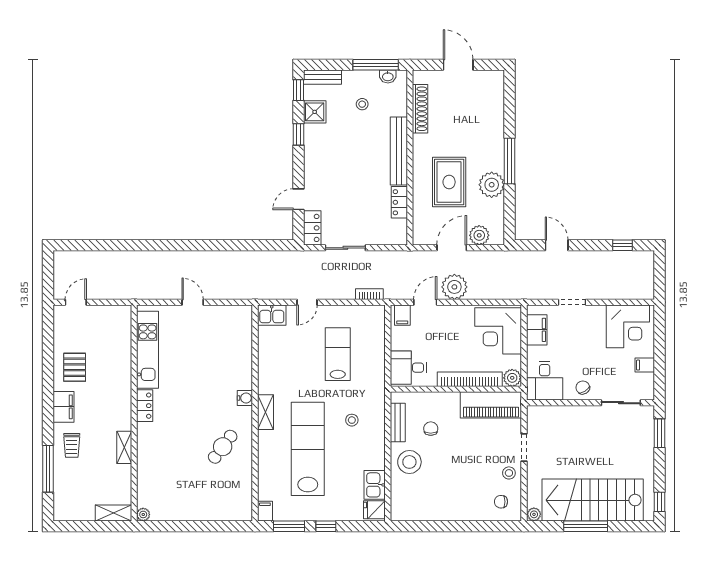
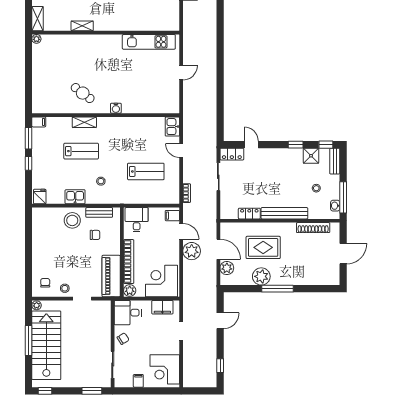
locker: (145, 406) -> (111, 40), removed
shelving: (265, 412) -> (84, 122), moved
lab bench: (308, 449) -> (81, 151), width x0.54, depth x0.72
kitchen sink: (375, 485) -> (75, 197), moved

